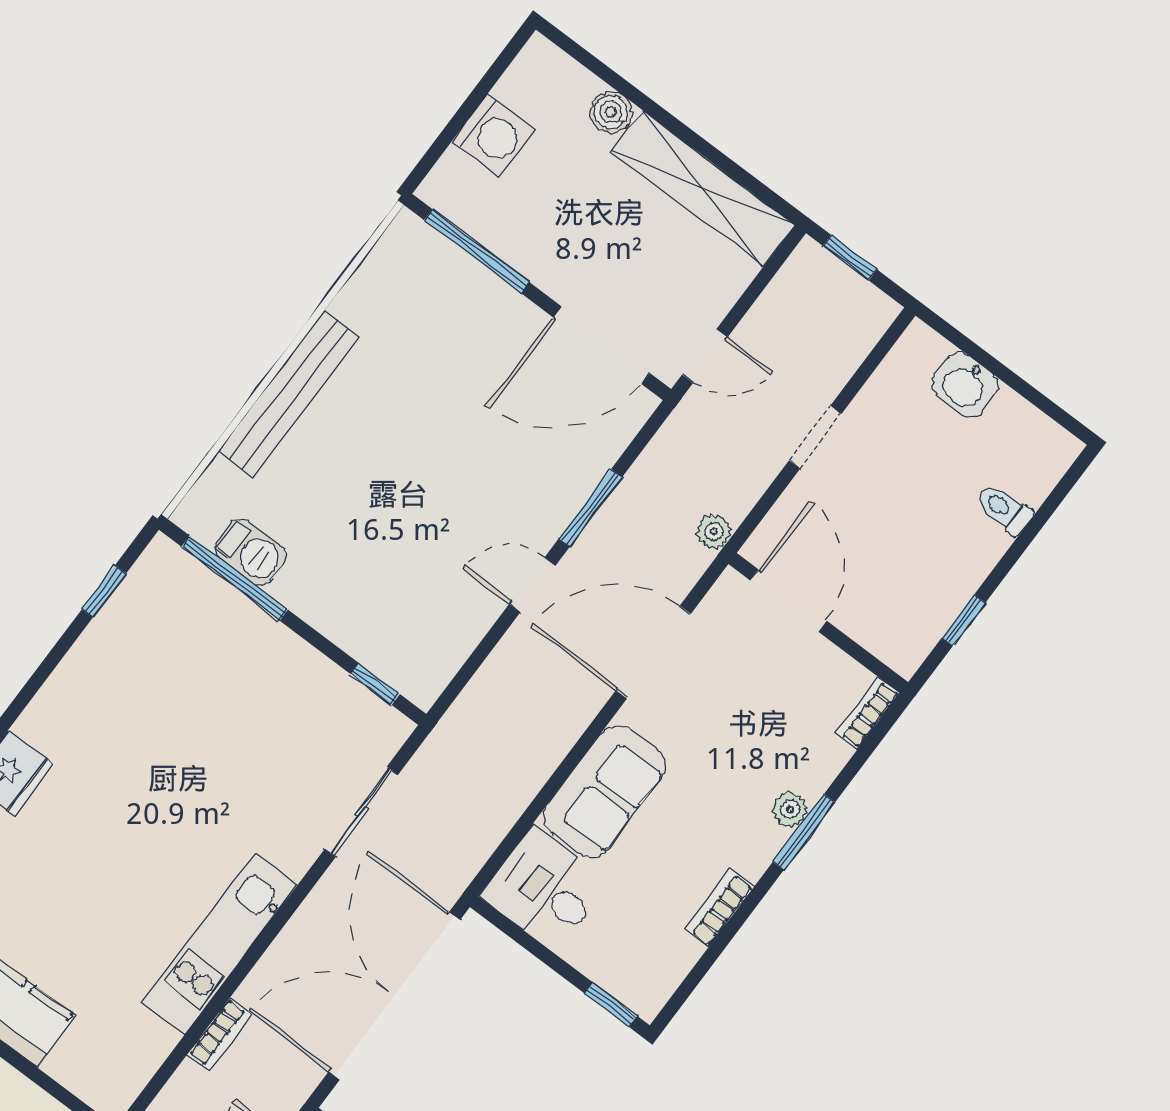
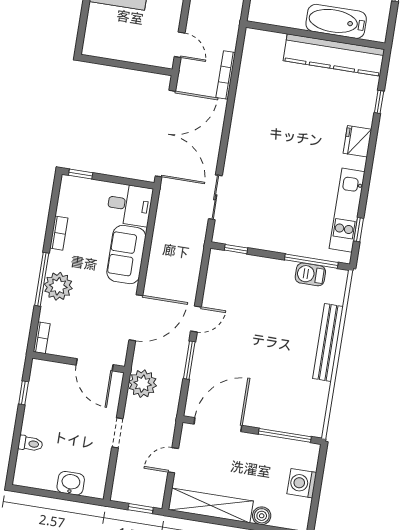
door: (705, 356) -> (173, 460), moved
plant: (714, 532) -> (143, 384), width x1.88, depth x1.88
plant: (790, 809) -> (58, 286), width x1.88, depth x1.88
window: (804, 832) -> (42, 279), width x1.44
kitchen unit: (220, 944) -> (347, 210), moved, turned 180
bookcase: (220, 1034) -> (226, 75), width x1.56

